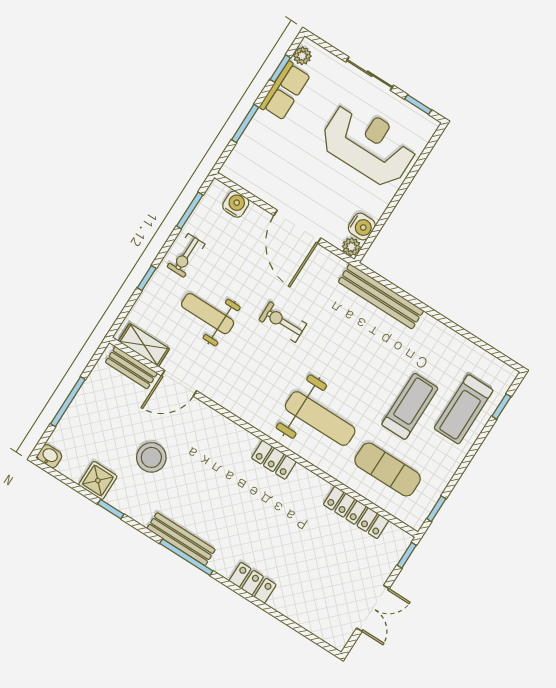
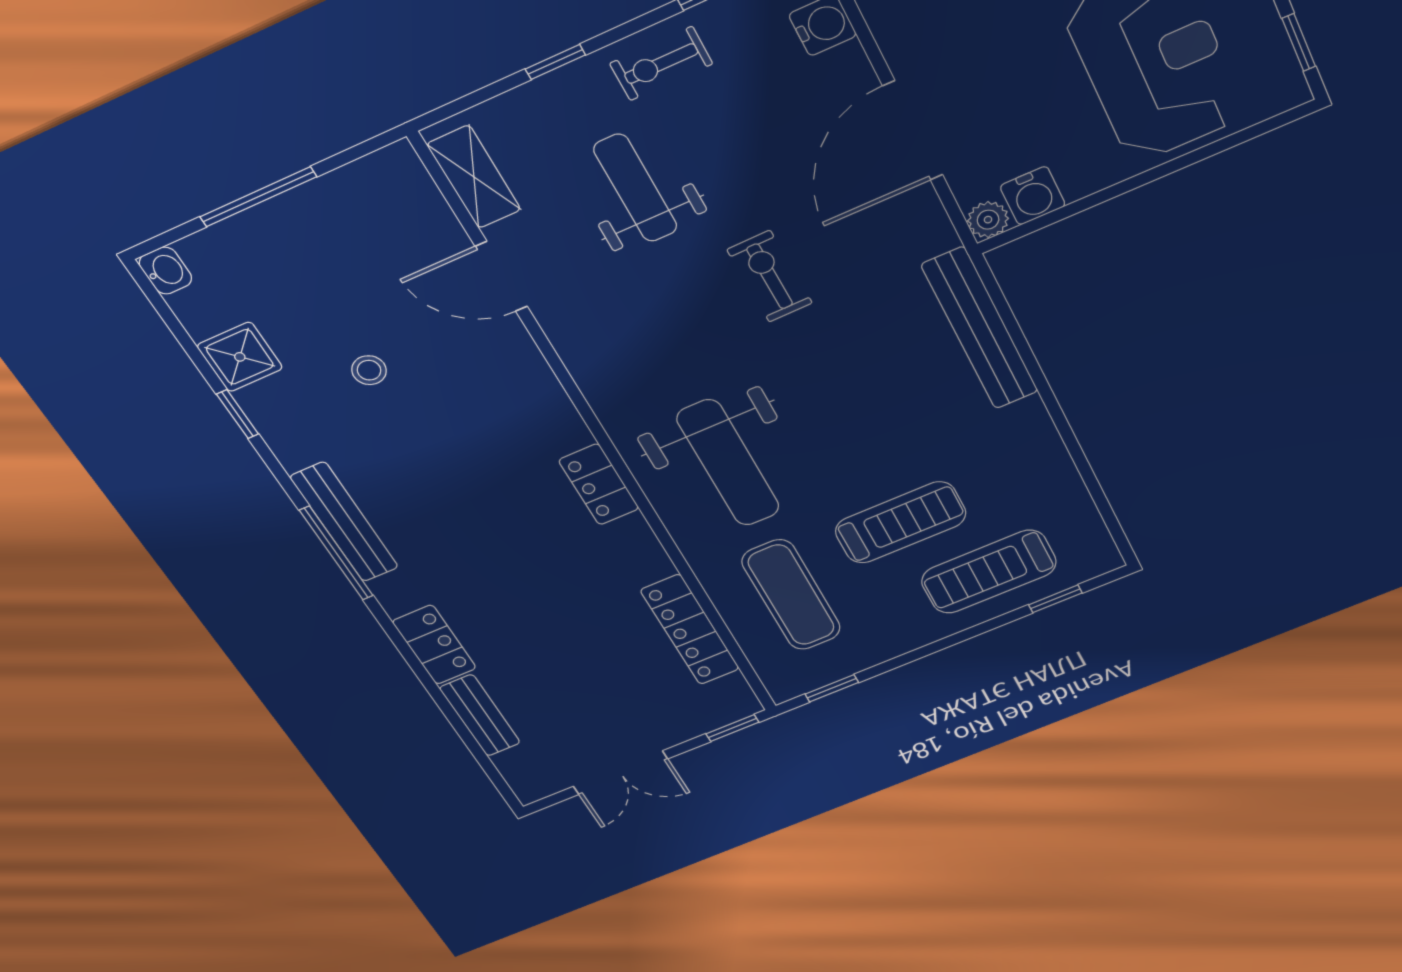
bench: (131, 368) -> (480, 715), moved
stool: (151, 457) -> (369, 370), width x0.53, depth x0.53

